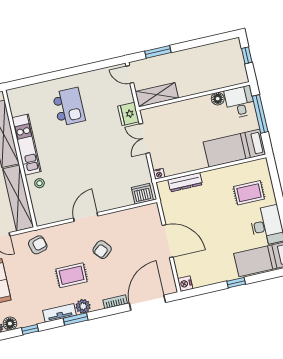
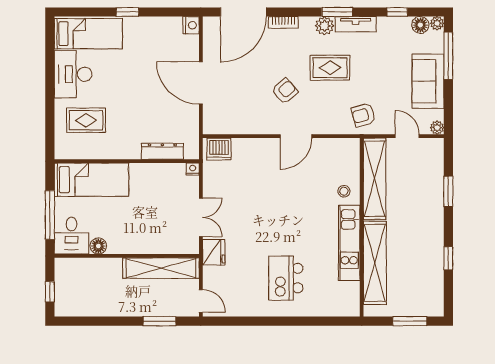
shelving: (157, 95) -> (161, 268), width x1.47

